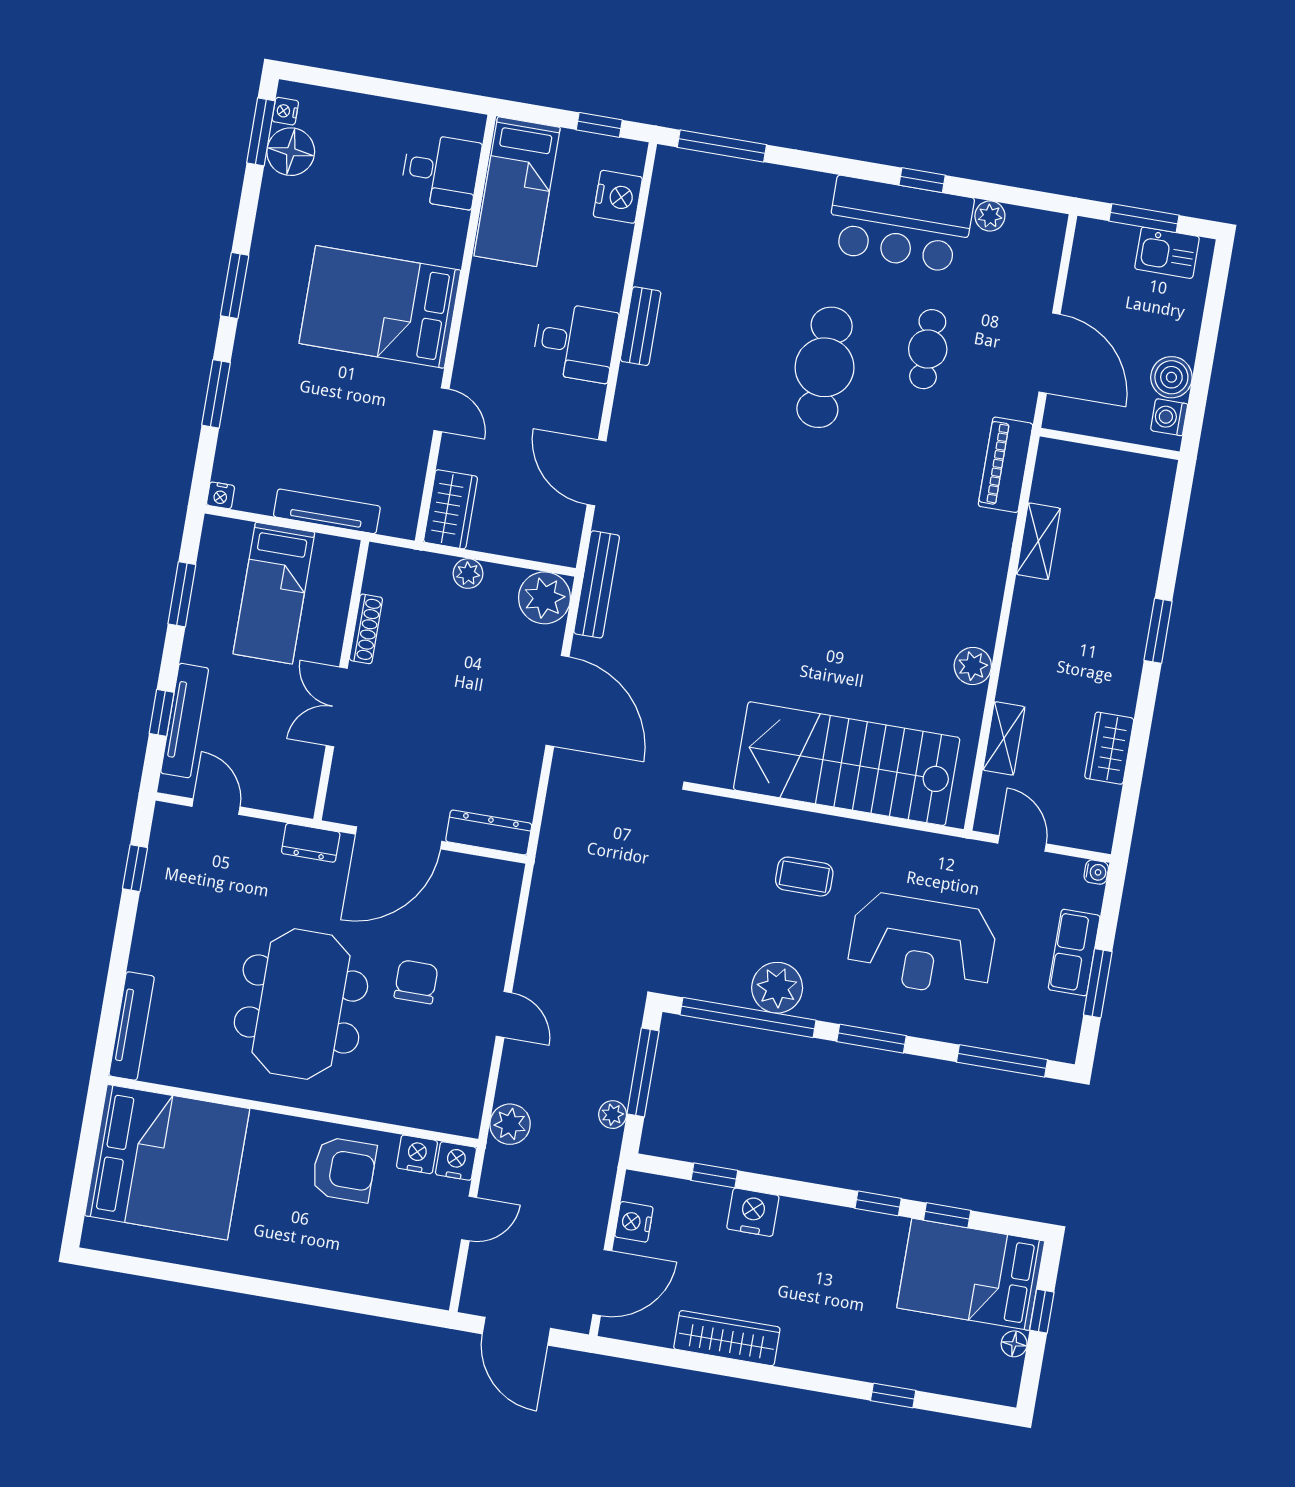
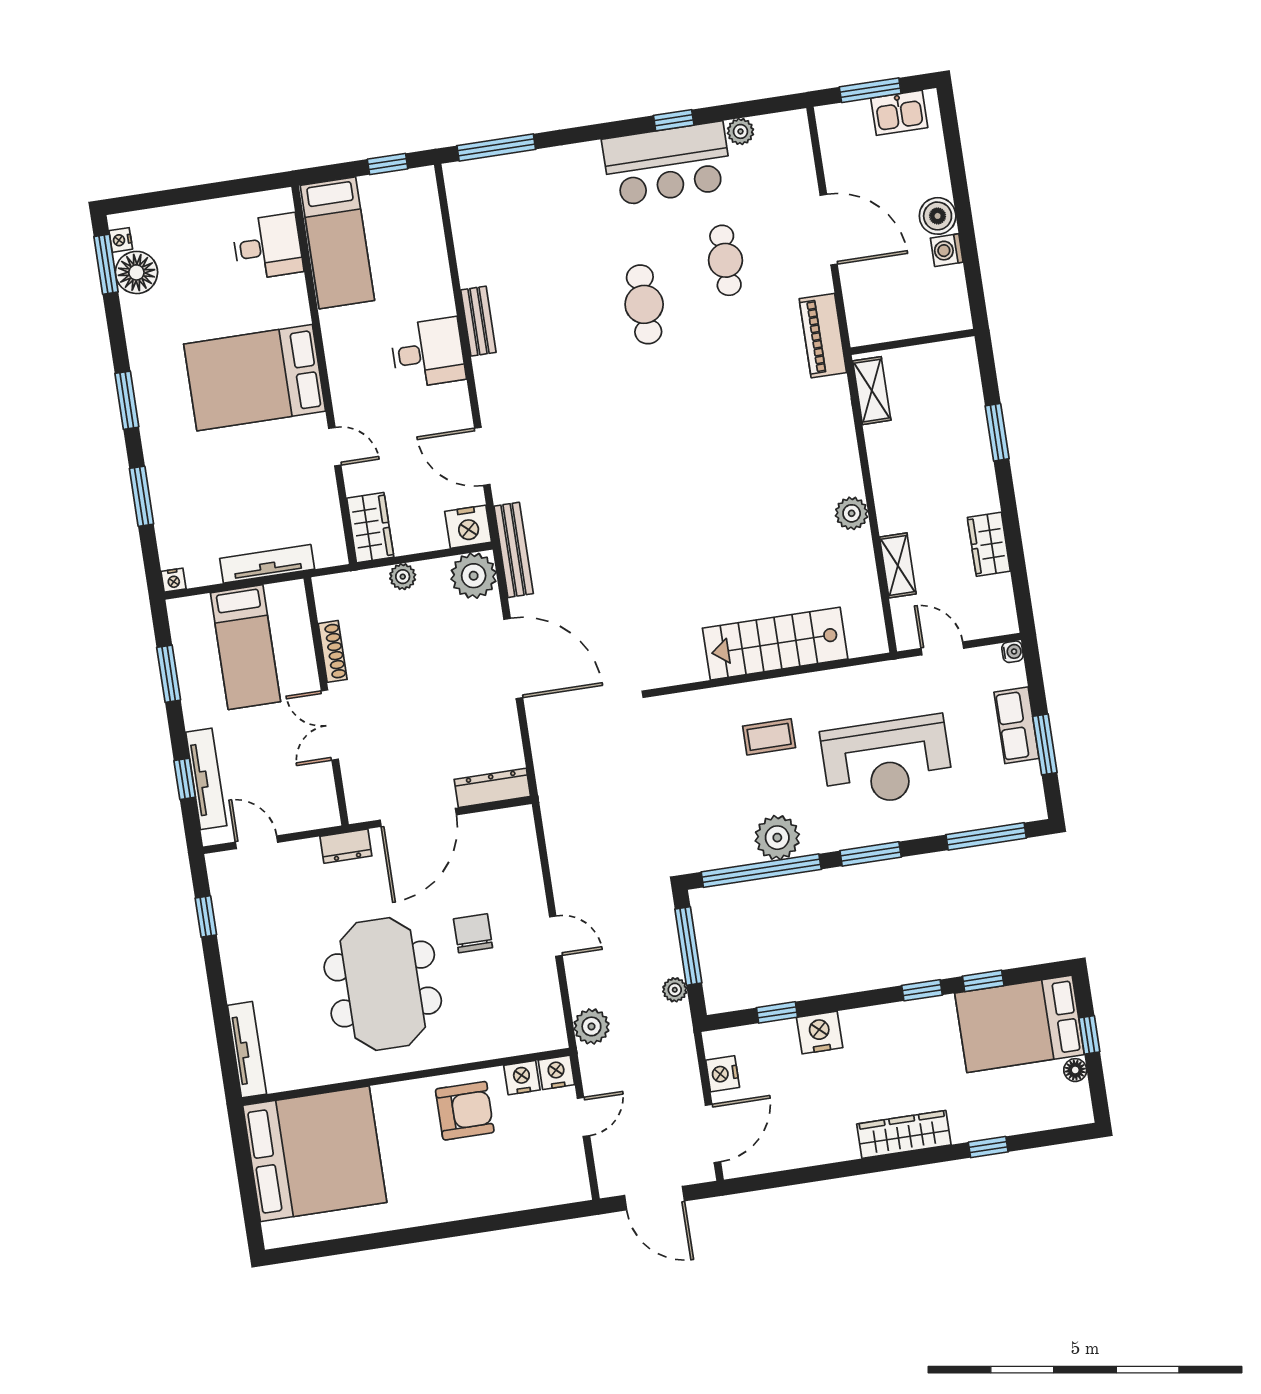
nightstand: (618, 197) -> (468, 527), moved, turned 90
cafe table: (825, 367) -> (644, 304), width x0.73, depth x0.74
wall: (1110, 444) -> (912, 342), moved
stairs: (847, 764) -> (775, 644), width x0.73, depth x0.66
wardrobe: (727, 1338) -> (904, 1134), moved

